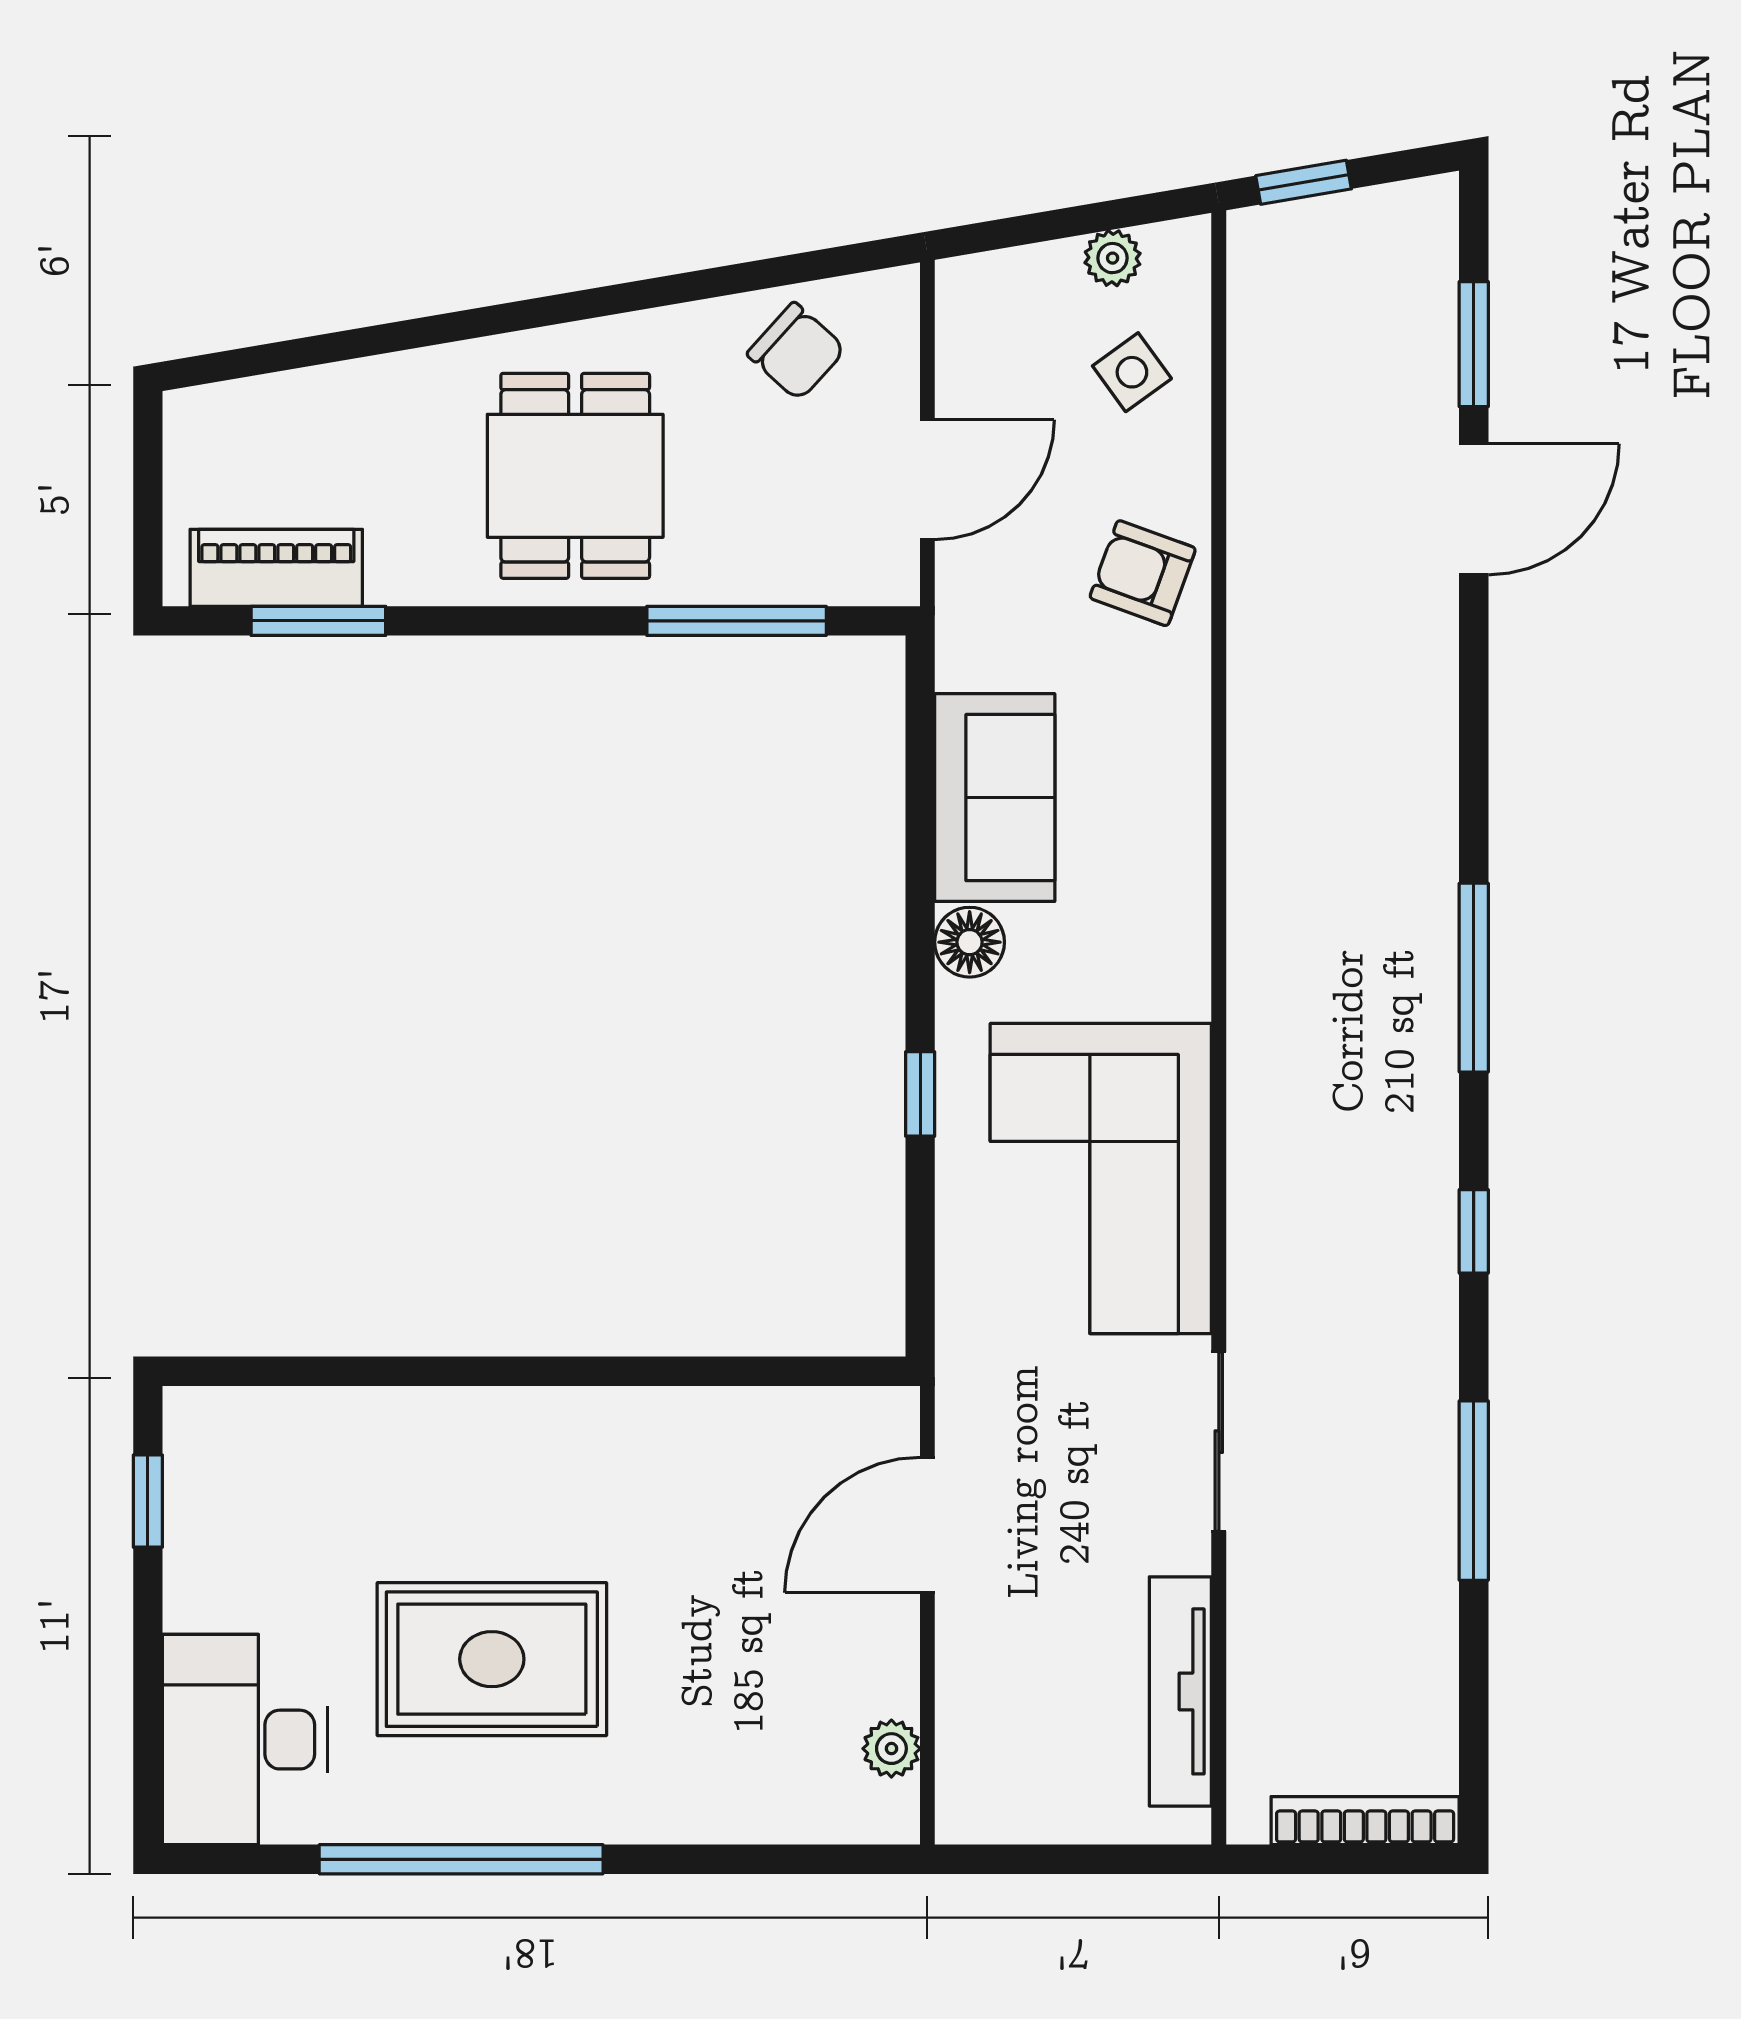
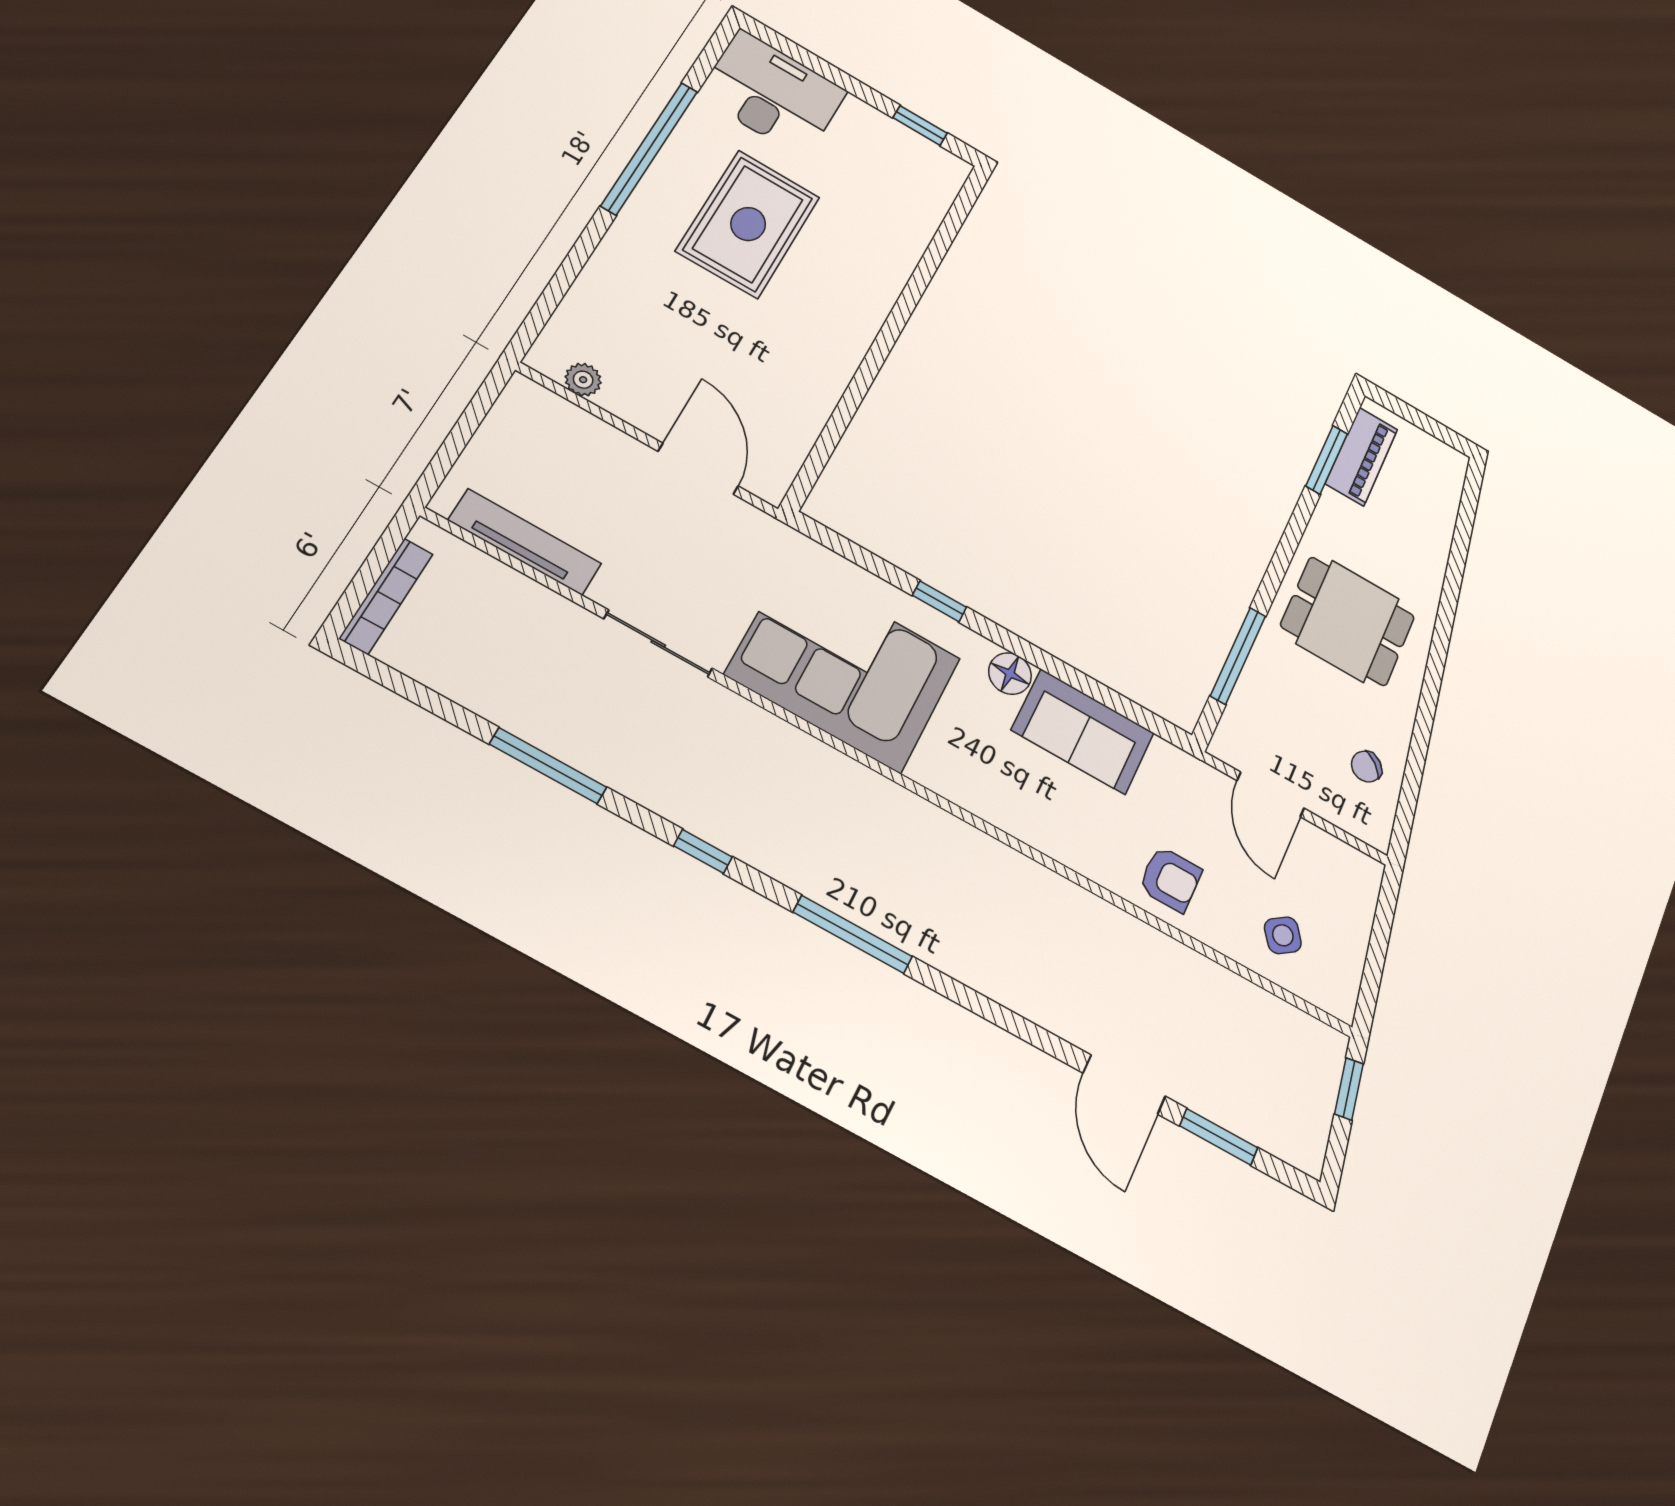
plant: (1113, 258) -> (1349, 960), removed
chair: (796, 351) -> (1367, 767), width x0.73, depth x0.73
armchair: (1143, 573) -> (1170, 879), turned 70

